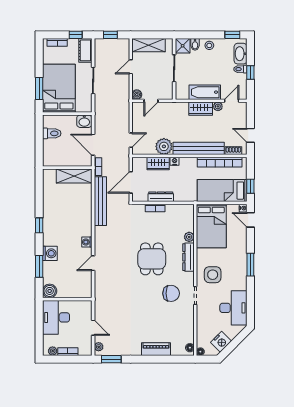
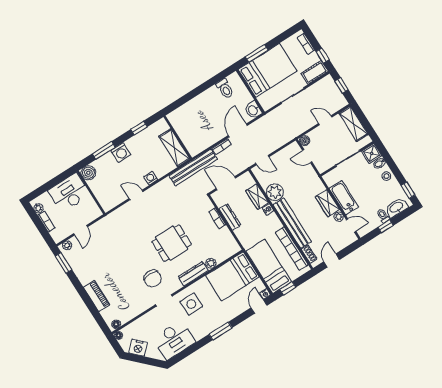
wall: (67, 168) -> (178, 137), moved
shelving: (74, 176) -> (174, 148), moved

